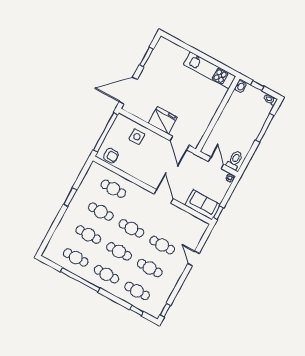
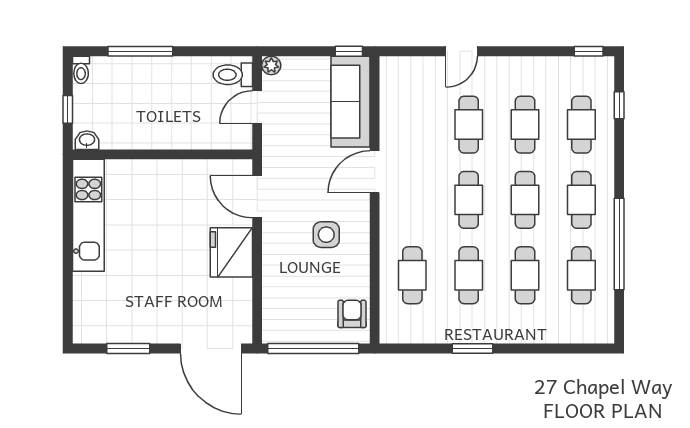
side table: (137, 137) -> (326, 235), moved
door: (180, 143) -> (257, 197), swing flipped
sofa: (203, 205) -> (350, 102), width x1.36

